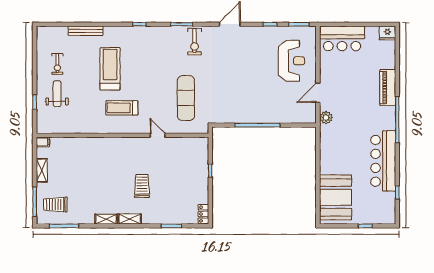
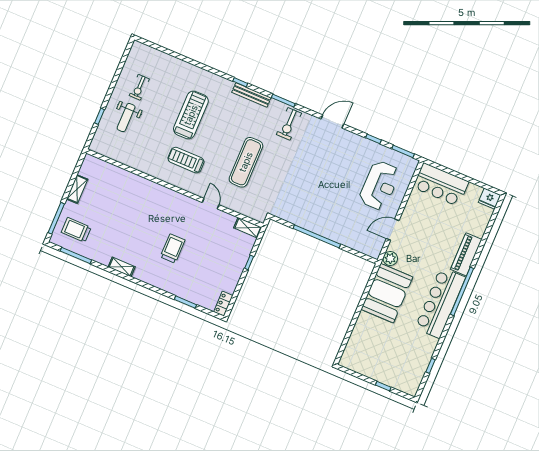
bench: (86, 31) -> (251, 95), moved
weight bench: (57, 94) -> (126, 118), turned 180
exercise mat: (186, 98) -> (246, 162), moved
filing cabinet: (43, 142) -> (91, 161), removed
bar counter: (383, 161) -> (440, 303), moved
booth: (336, 197) -> (387, 293), moved
shelving: (130, 219) -> (248, 228), moved

